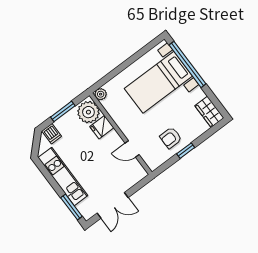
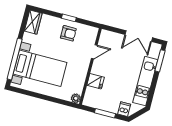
plant: (88, 112) -> (93, 97), removed
door: (132, 149) -> (94, 52), hinge flipped
double door: (113, 205) -> (139, 36), swing flipped

